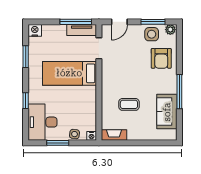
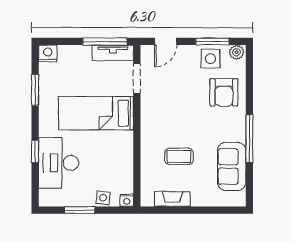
desk: (43, 122) -> (59, 163), moved
fireplace: (114, 135) -> (172, 199), moved

